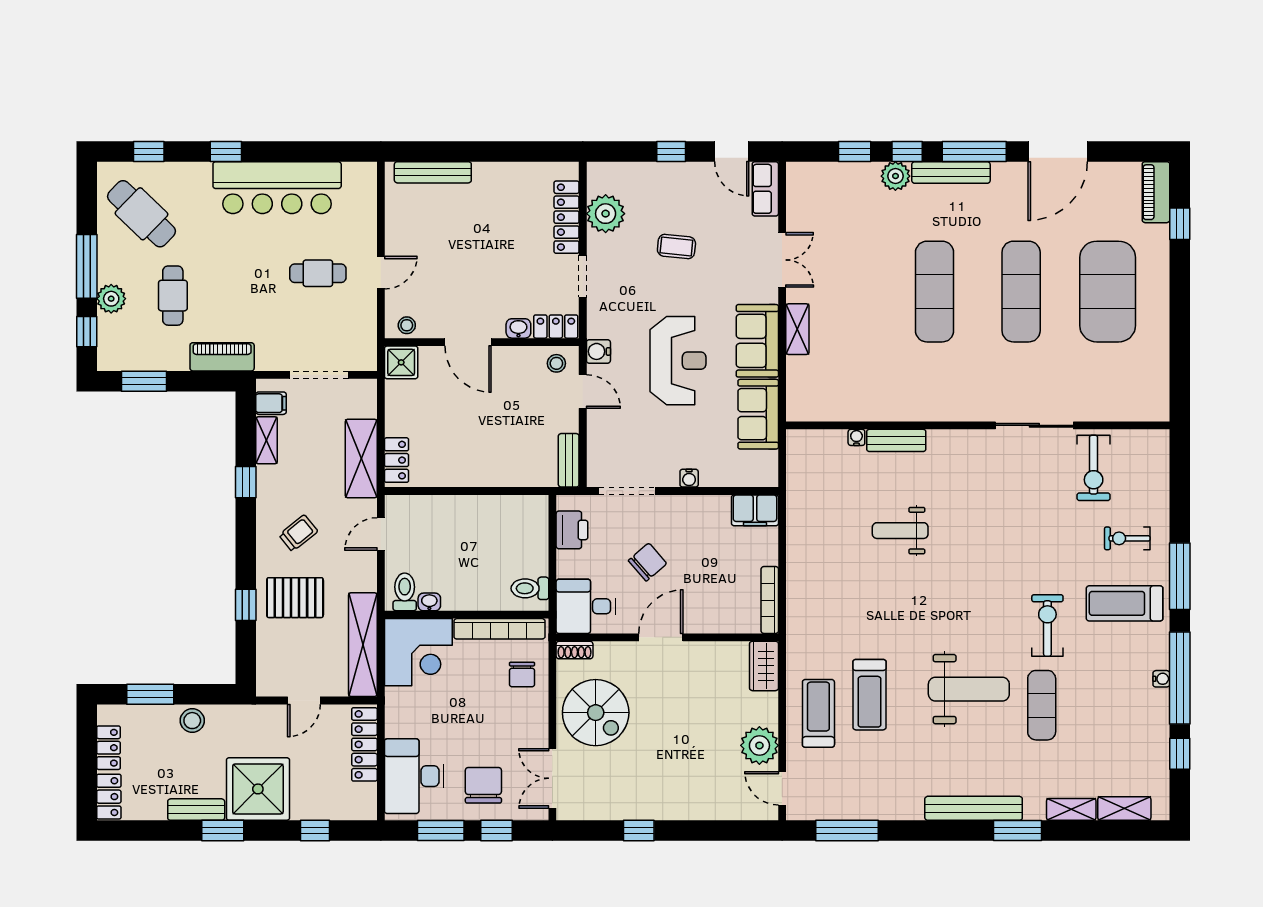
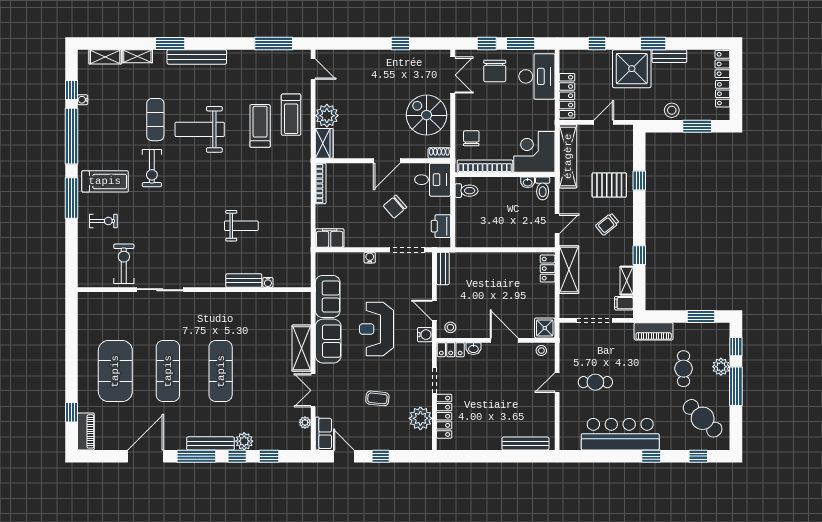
plant: (796, 207) -> (305, 422), added
shelving: (797, 329) -> (302, 348), width x1.50, depth x1.33
water cooler: (1161, 679) -> (83, 100), moved
plant: (759, 745) -> (327, 116), moved

